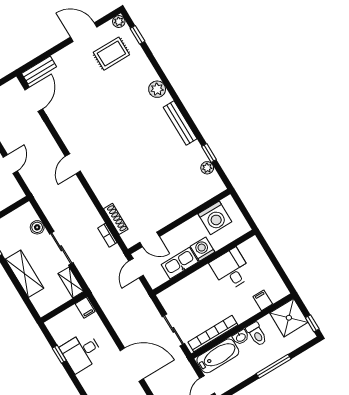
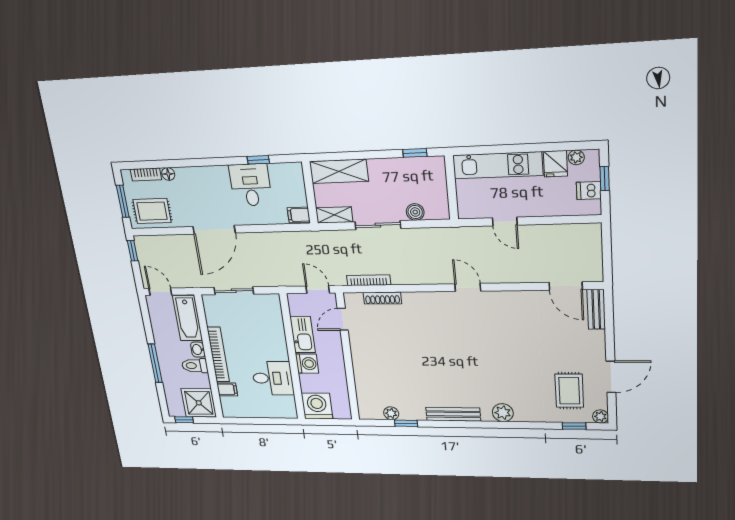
washing machine: (215, 218) -> (317, 406), moved, turned 90
bookcase: (107, 235) -> (369, 280), width x1.56
shelving: (25, 274) -> (339, 171), moved
bookcase: (213, 333) -> (218, 355), moved

